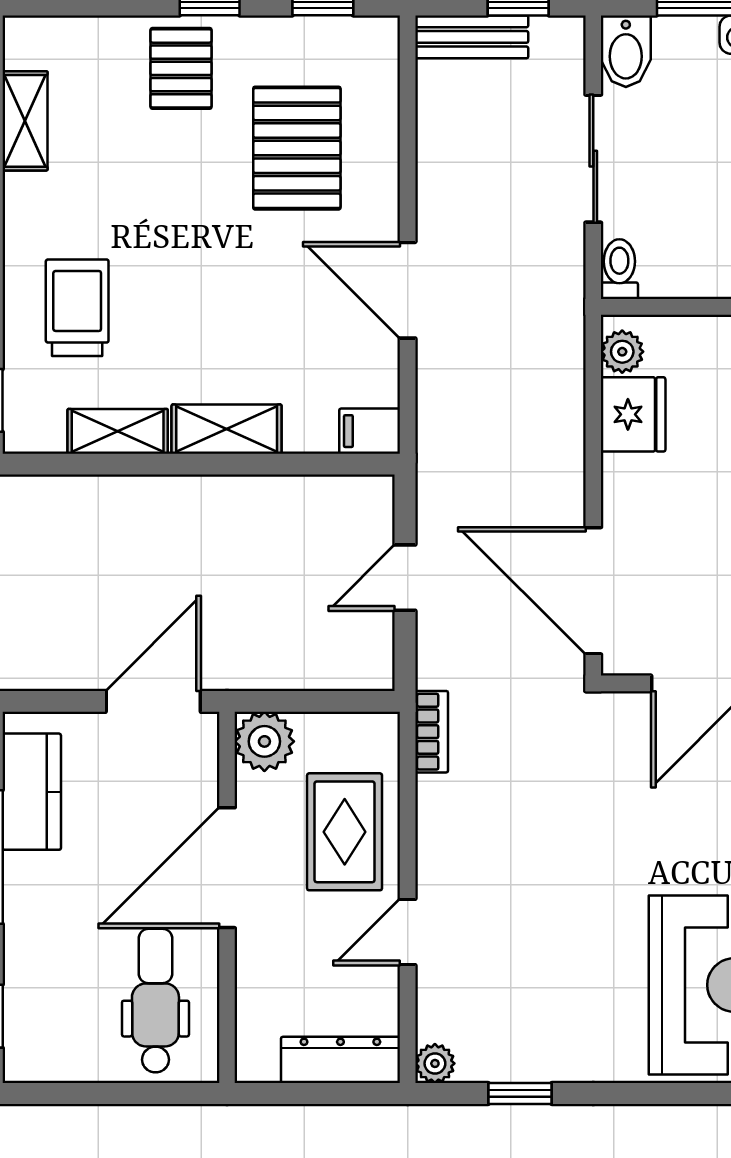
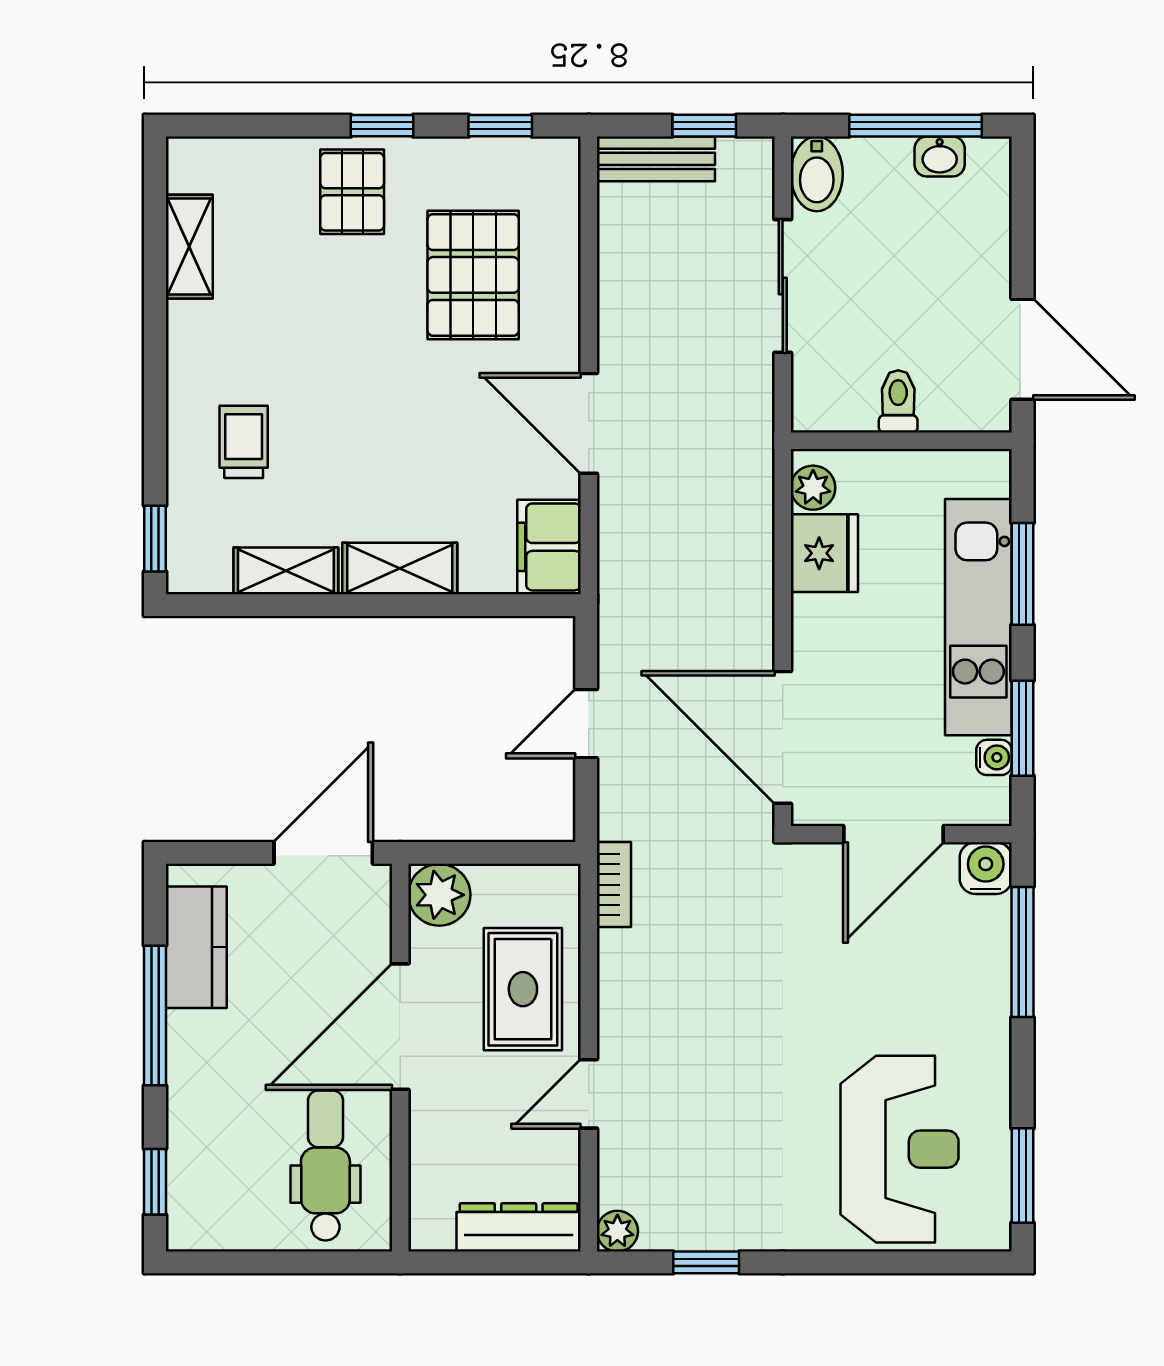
toilet: (619, 269) -> (898, 401), moved
trolley: (77, 308) -> (244, 442), width x0.73, depth x0.72
filing cabinet: (370, 431) -> (549, 547), width x2.00

